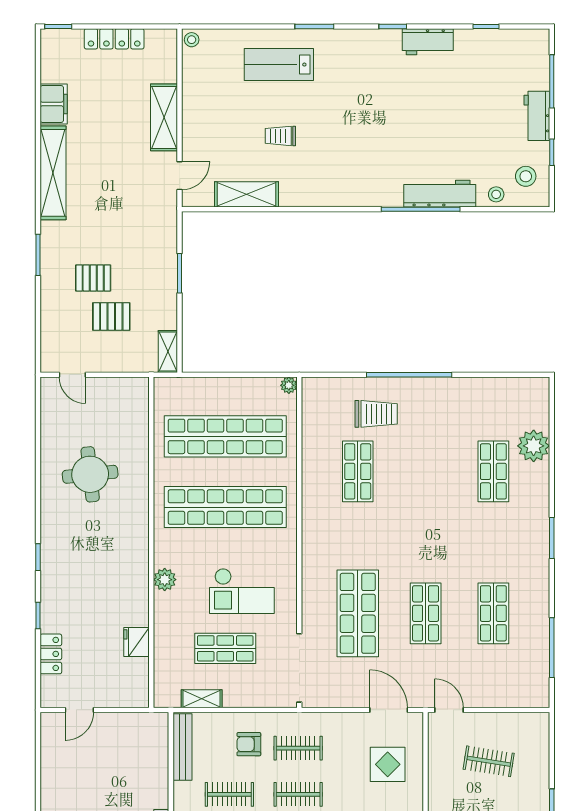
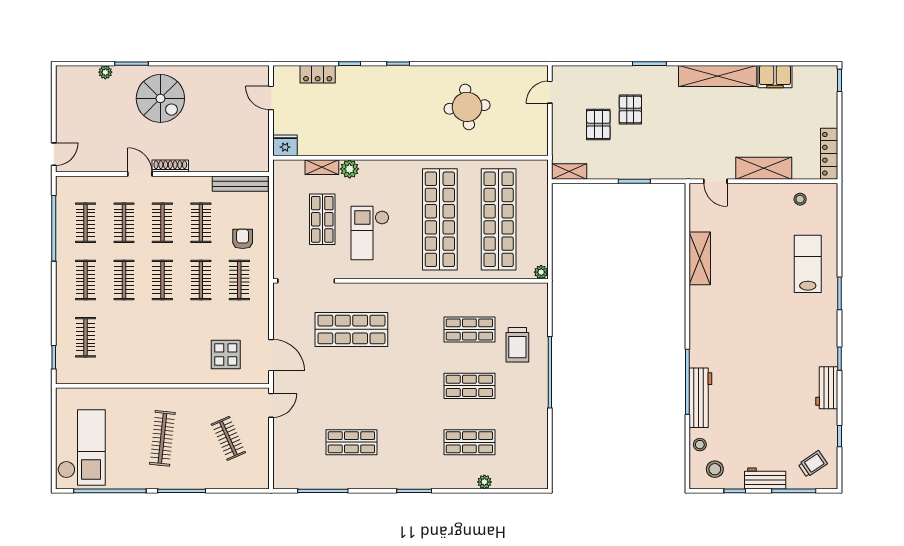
locker: (114, 39) -> (829, 154), moved
stool: (192, 40) -> (800, 199), moved
trolley: (280, 136) -> (813, 464), moved, turned 56
shelving: (246, 194) -> (700, 258), moved
plant: (534, 446) -> (484, 482), width x0.53, depth x0.53
plant: (165, 580) -> (350, 169), moved
shop shelf: (426, 613) -> (469, 386), moved
fridge: (136, 642) -> (285, 145), moved
shelving: (202, 699) -> (322, 167), moved, turned 90
door: (389, 710) -> (271, 355), hinge flipped
clothes rail: (489, 761) -> (228, 438), turned -33

